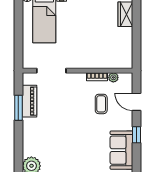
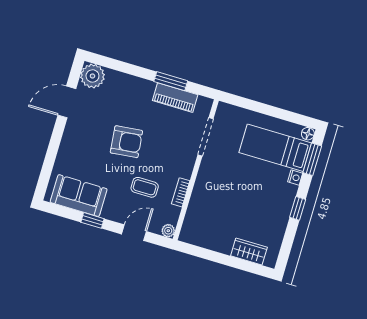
plant: (113, 77) -> (168, 231), moved
armchair: (72, 127) -> (126, 142), added

